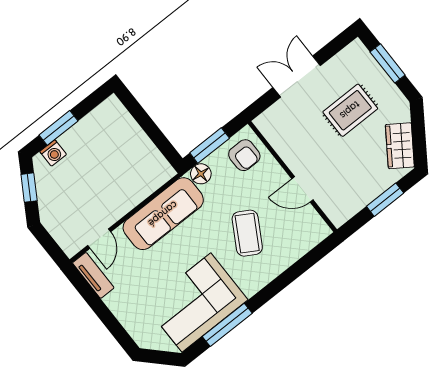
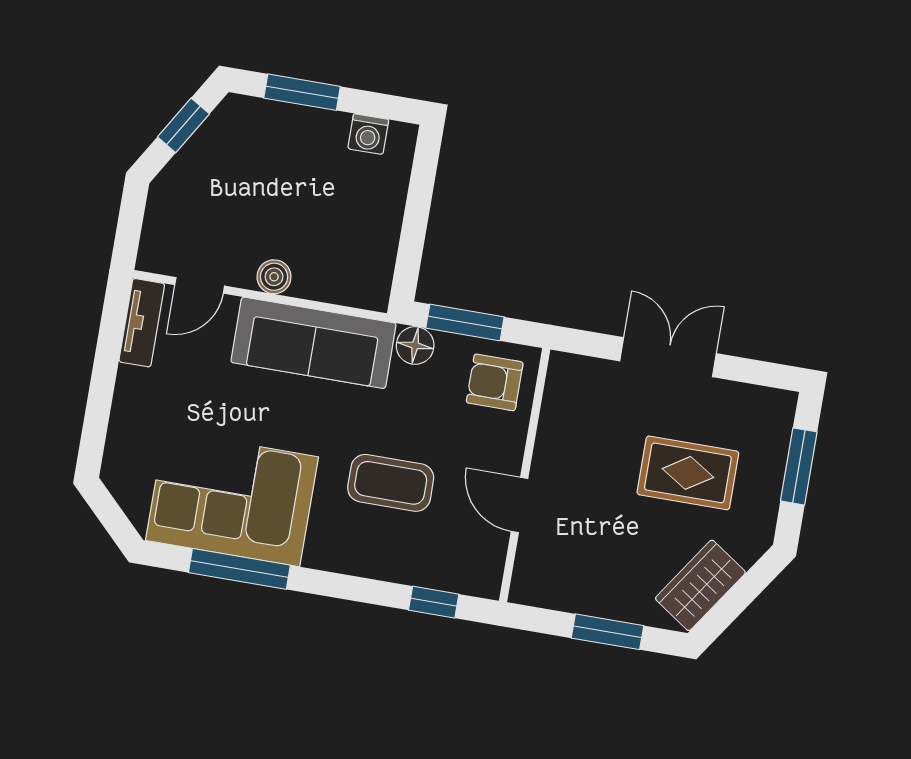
washing machine: (53, 153) -> (368, 134), moved
armchair: (244, 155) -> (495, 382), turned 90
boiler: (122, 206) -> (274, 277), added
coffee table: (247, 233) -> (391, 483), turned 60
window: (311, 259) -> (434, 602), added

